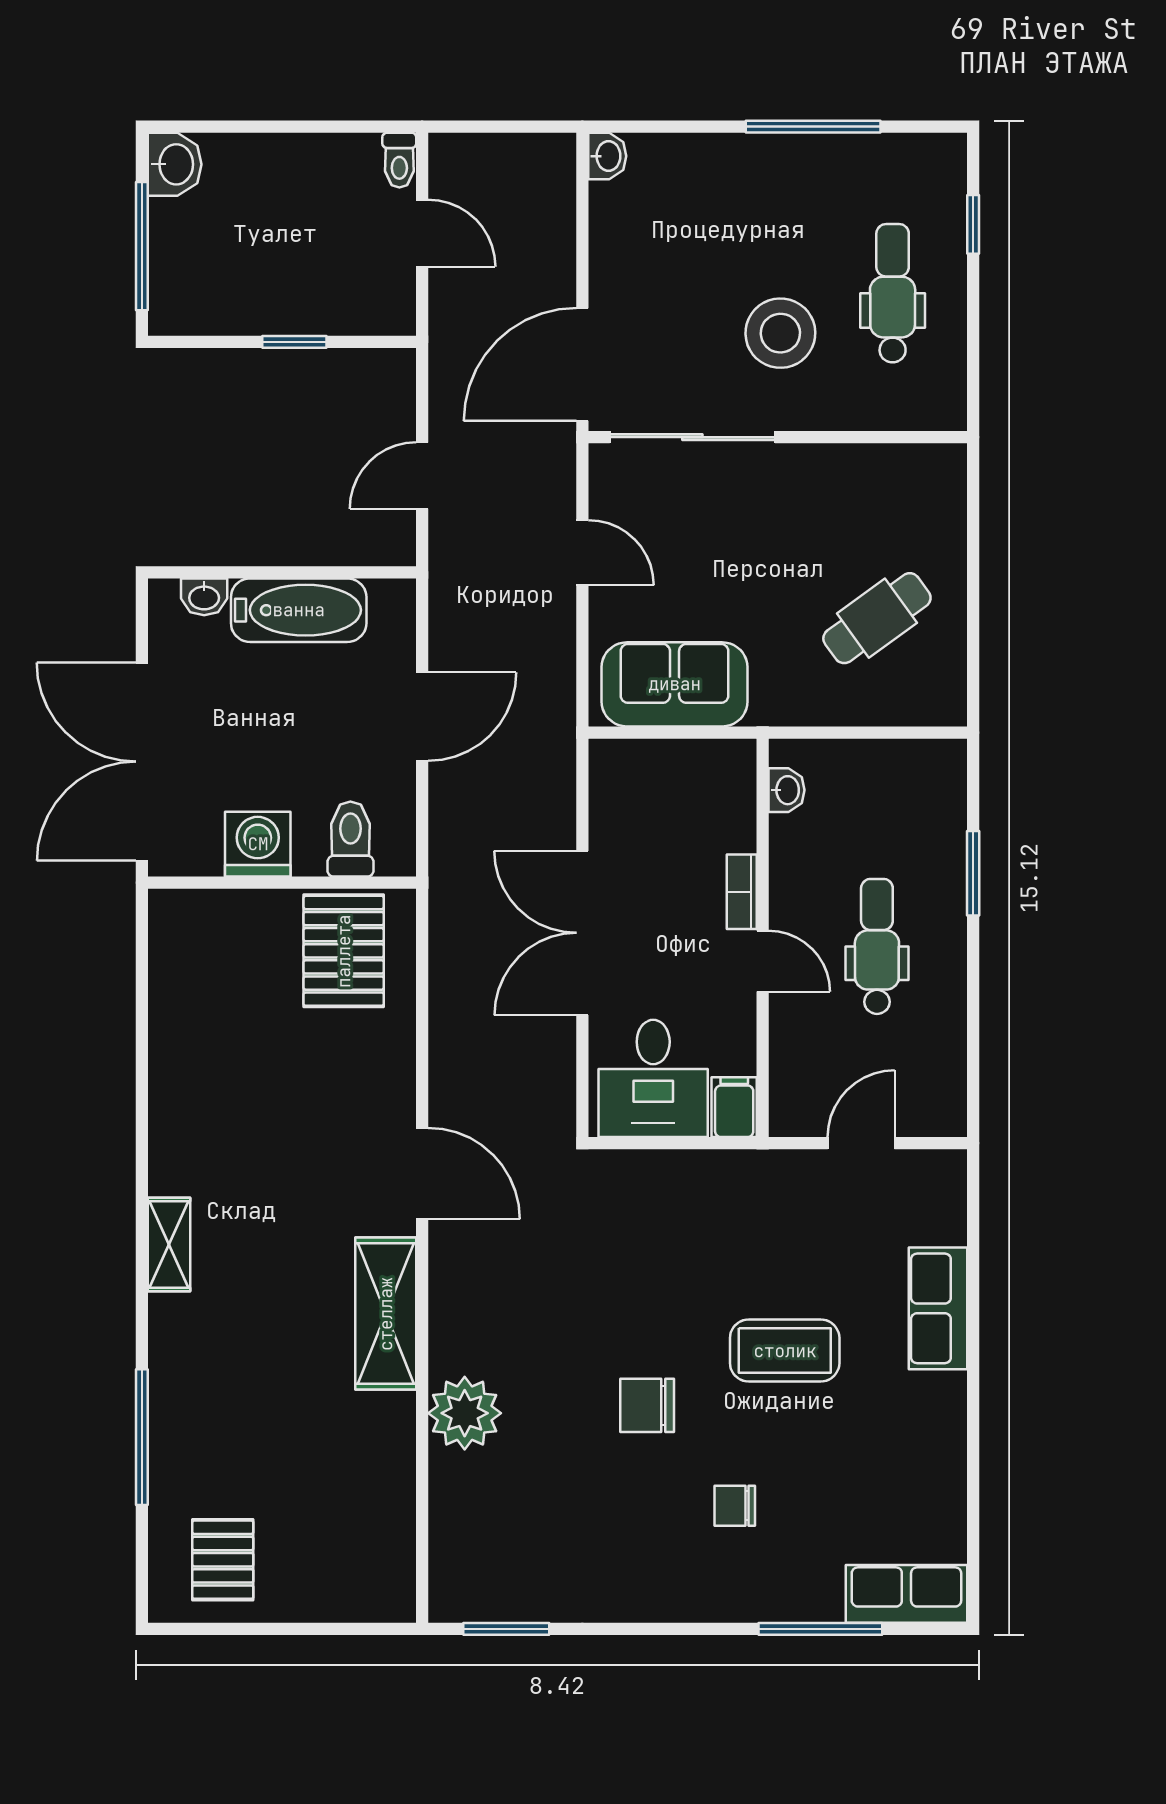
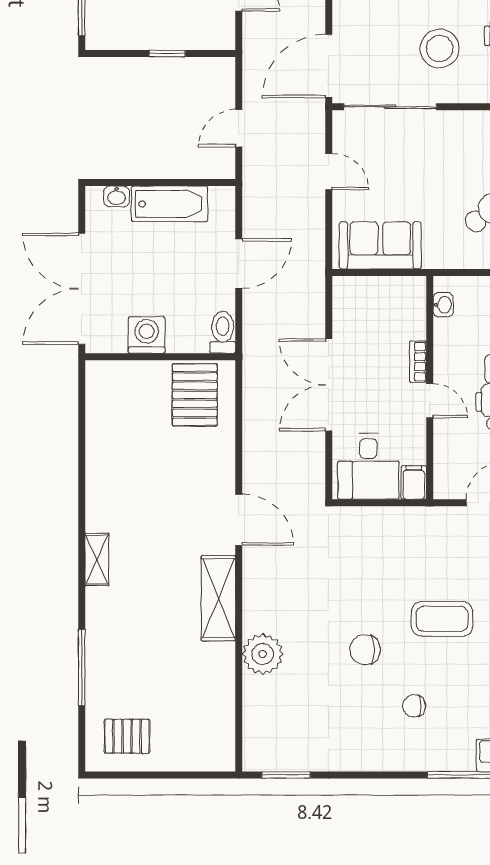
toilet: (350, 839) -> (223, 332), moved
pallet: (223, 1560) -> (127, 736), turned 90

